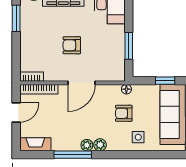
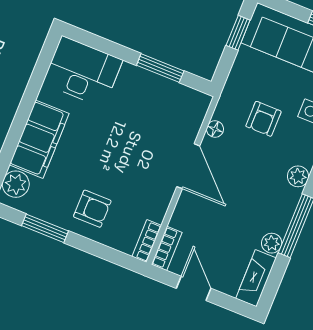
armchair: (72, 45) -> (92, 209), moved, turned -90
bookcase: (39, 89) -> (167, 248), width x0.64
floor lamp: (126, 89) -> (215, 129), moved
plant: (87, 145) -> (272, 243), moved

